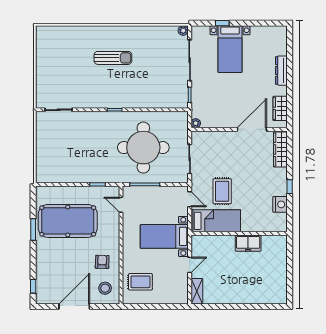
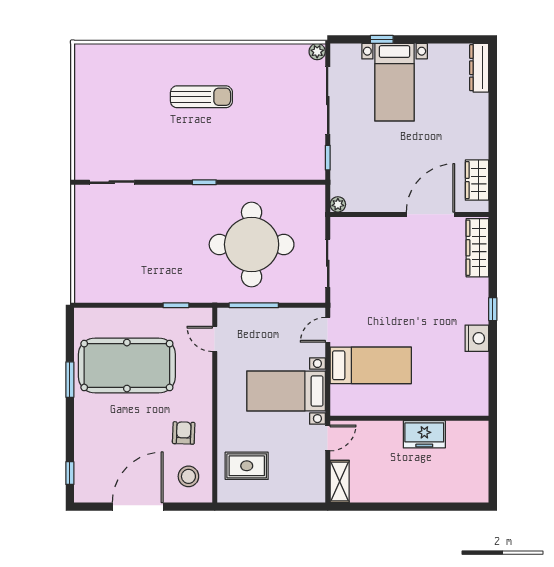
dresser: (281, 71) -> (479, 68), moved
rug: (222, 191) -> (381, 317), removed
door: (190, 199) -> (328, 330), swing flipped
wall: (239, 233) -> (409, 418), moved
freezer: (248, 243) -> (424, 434), moved

